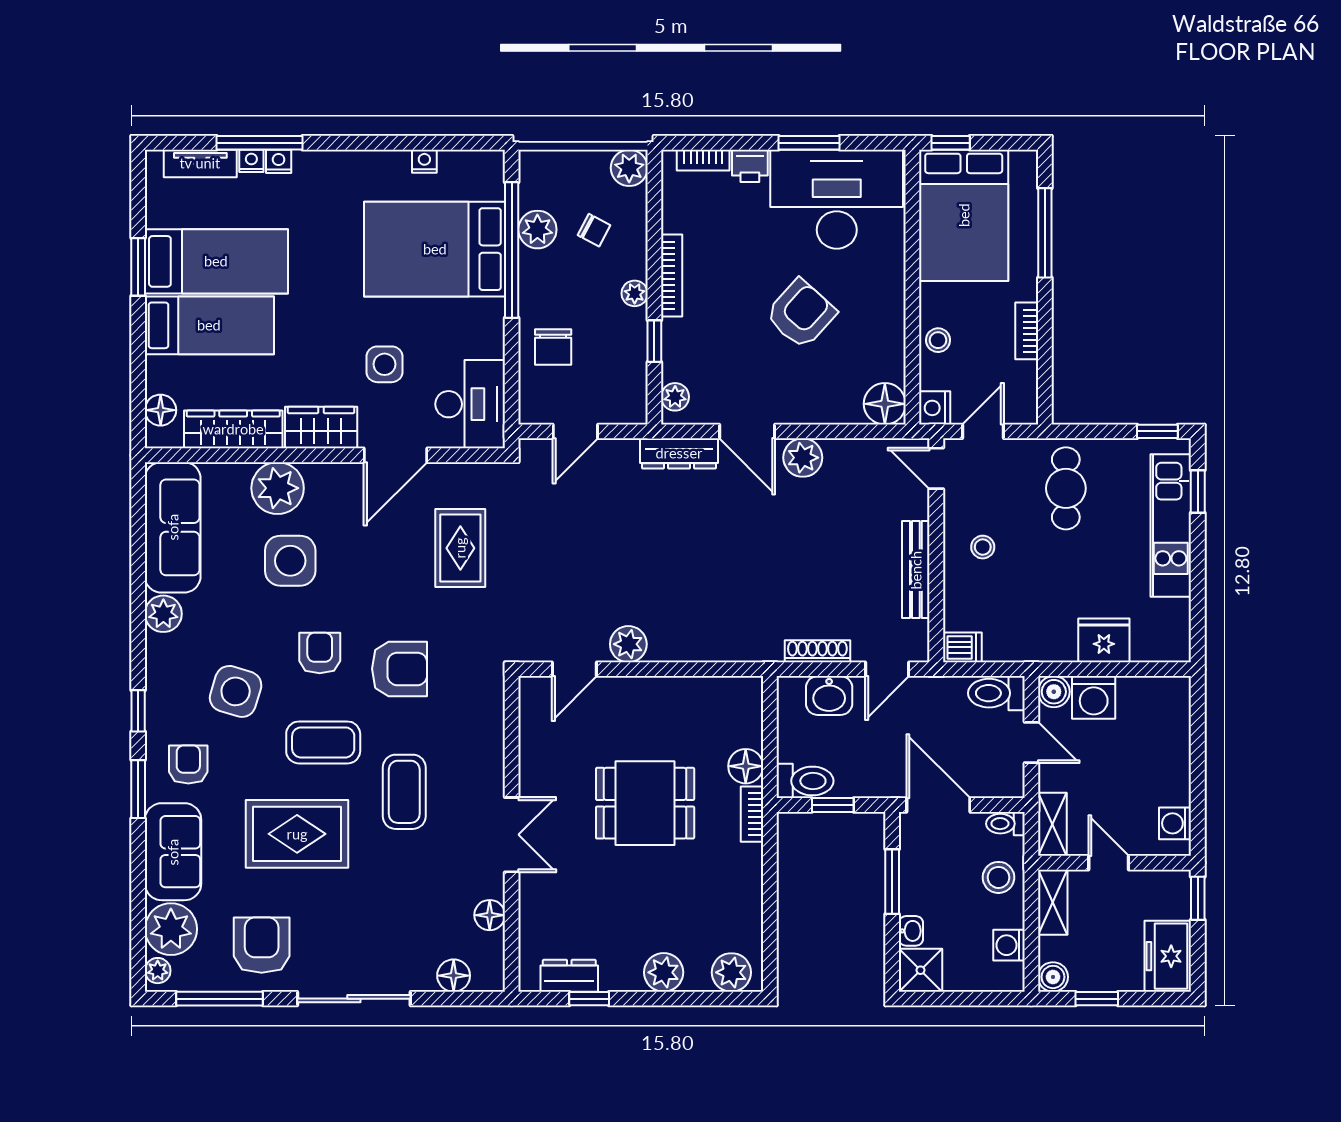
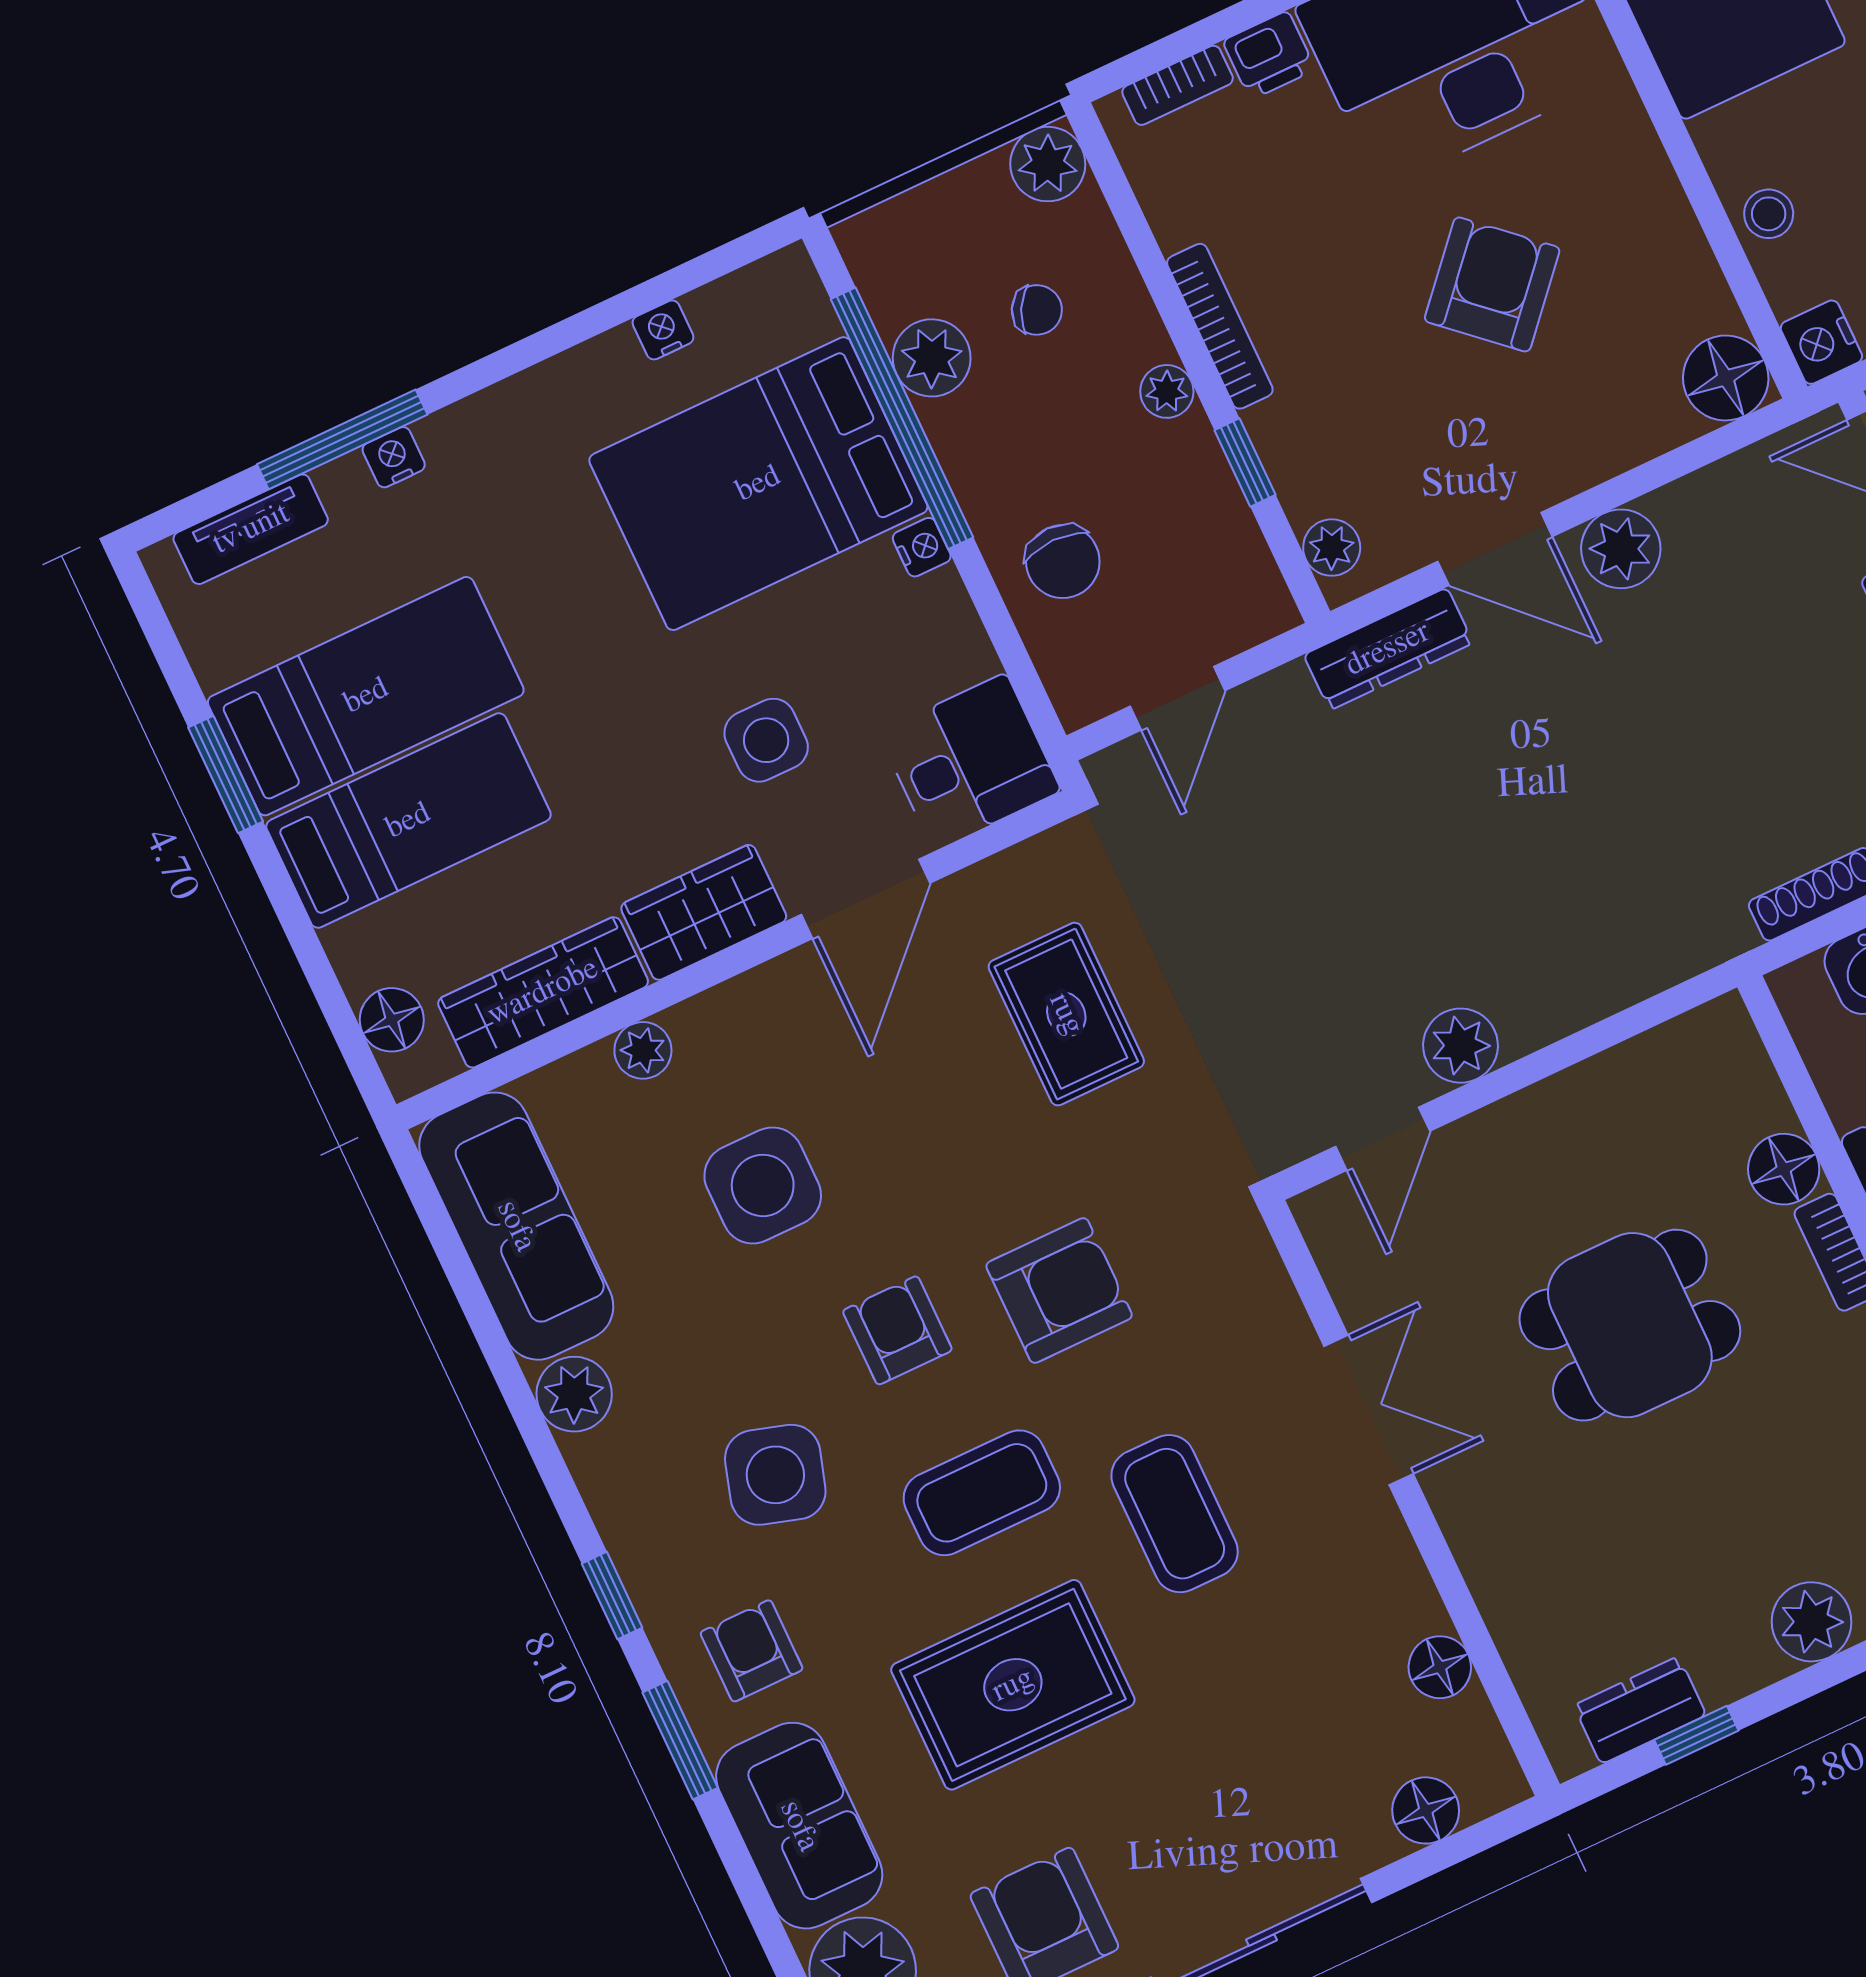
nightstand: (251, 161) -> (922, 547), moved, turned 90
desk: (470, 404) -> (970, 762), width x0.73
plant: (278, 488) -> (643, 1050), width x0.53, depth x0.53
double door: (512, 835) -> (1369, 1410), moved

